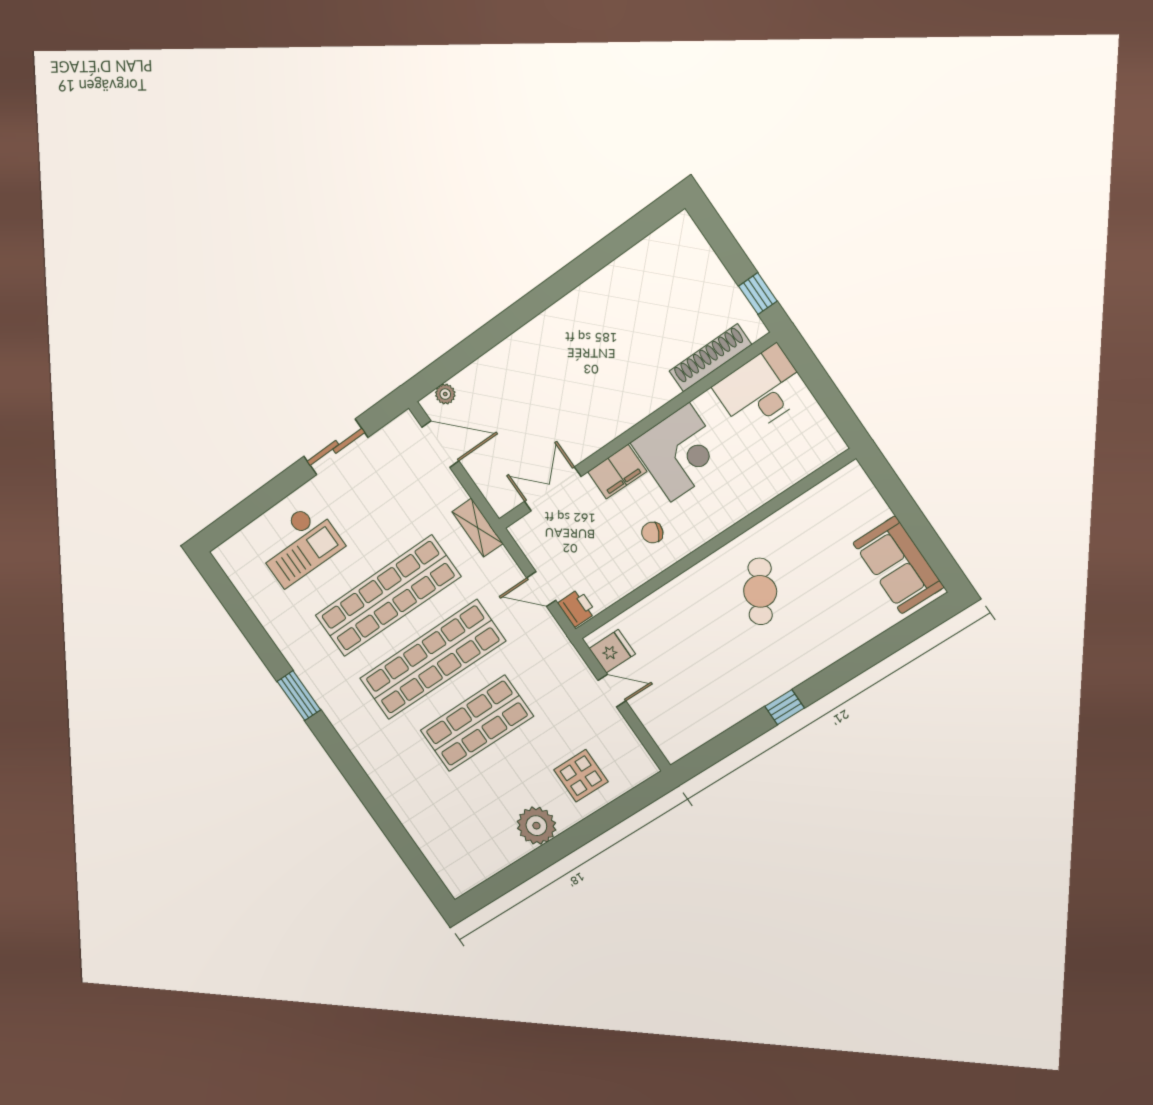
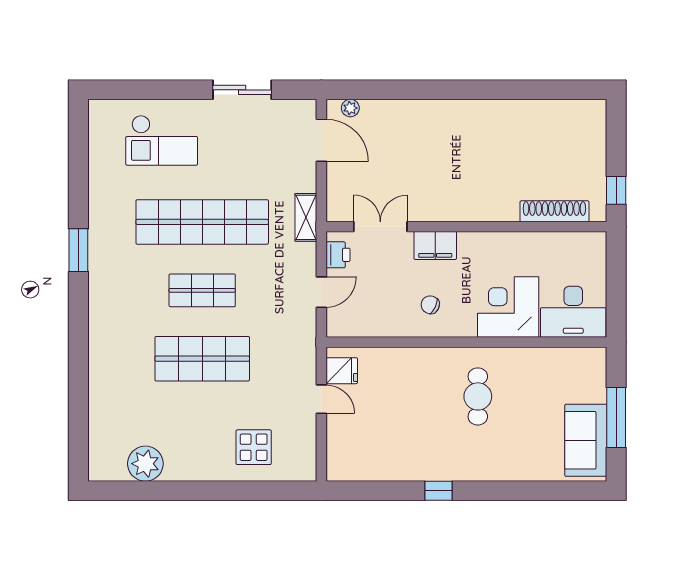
desk: (761, 390) -> (573, 312), moved, turned 180
corner desk: (680, 452) -> (508, 307), moved, turned 180
window: (914, 522) -> (616, 417), added
door: (541, 589) -> (321, 292), swing flipped
cafe table: (760, 591) -> (478, 396), turned -33
printer: (577, 608) -> (338, 255), moved
shop shelf: (432, 660) -> (202, 290), width x0.50, depth x0.74
plant: (536, 826) -> (145, 464), moved

